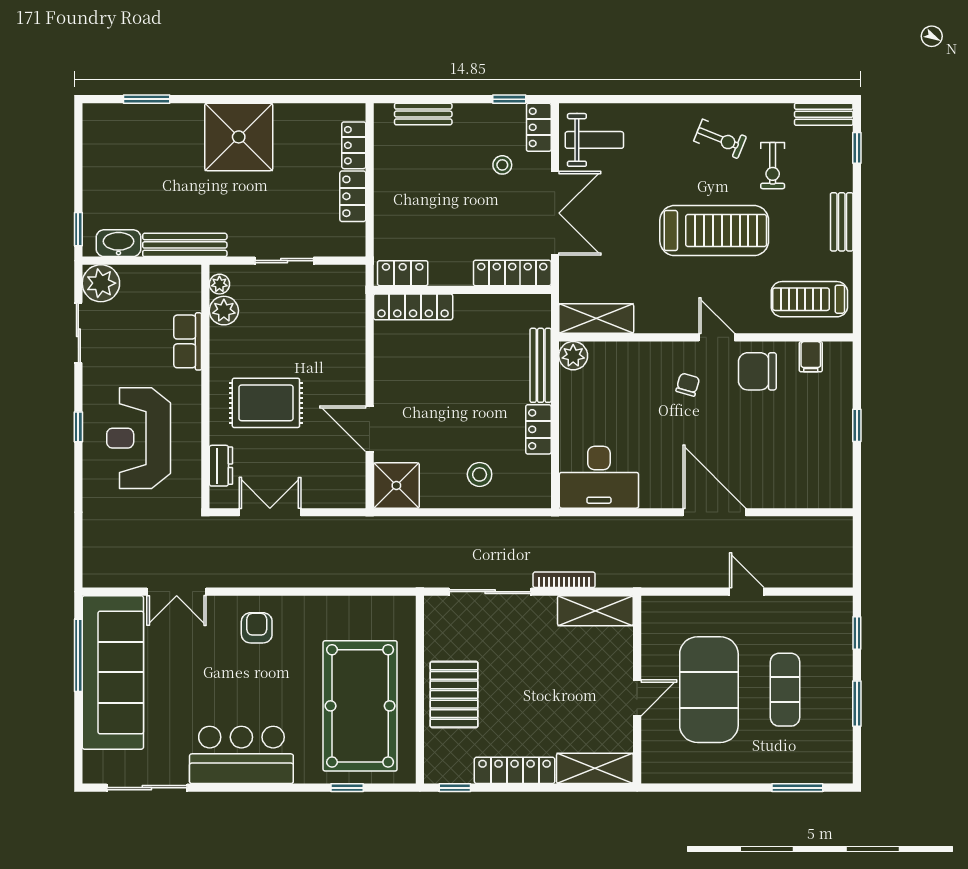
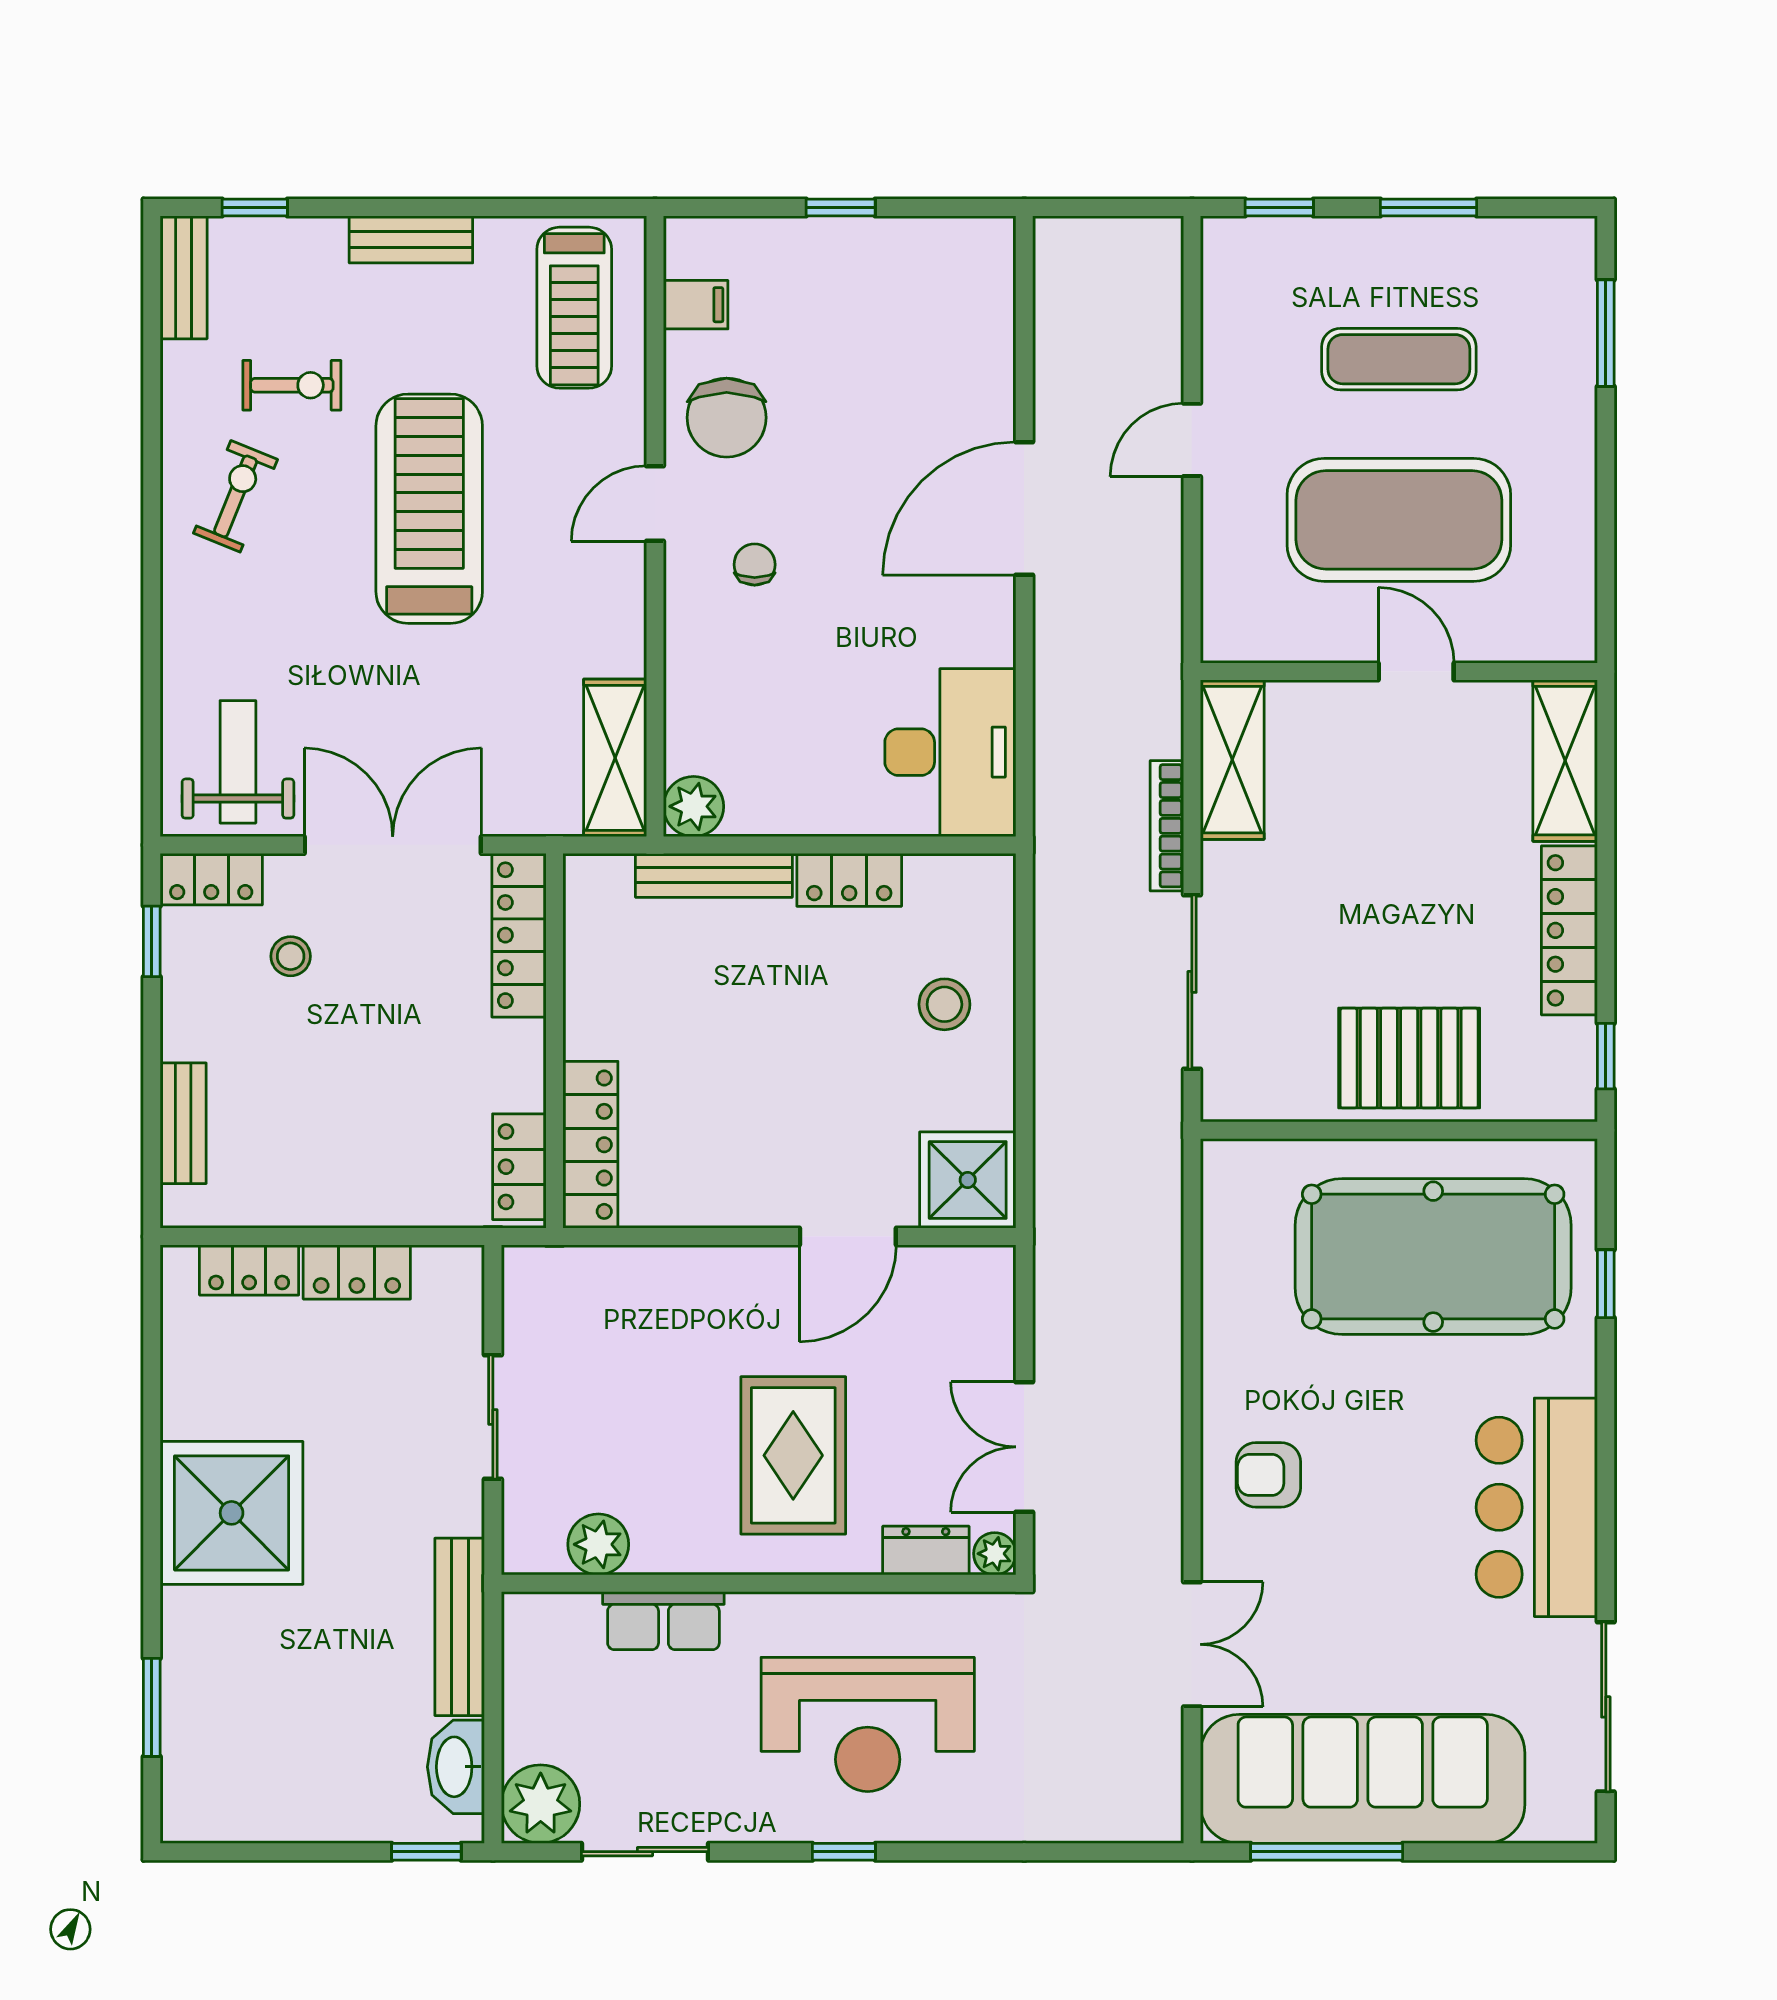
plant: (219, 284) -> (995, 1554), moved
chair: (688, 385) -> (755, 565), turned 74

